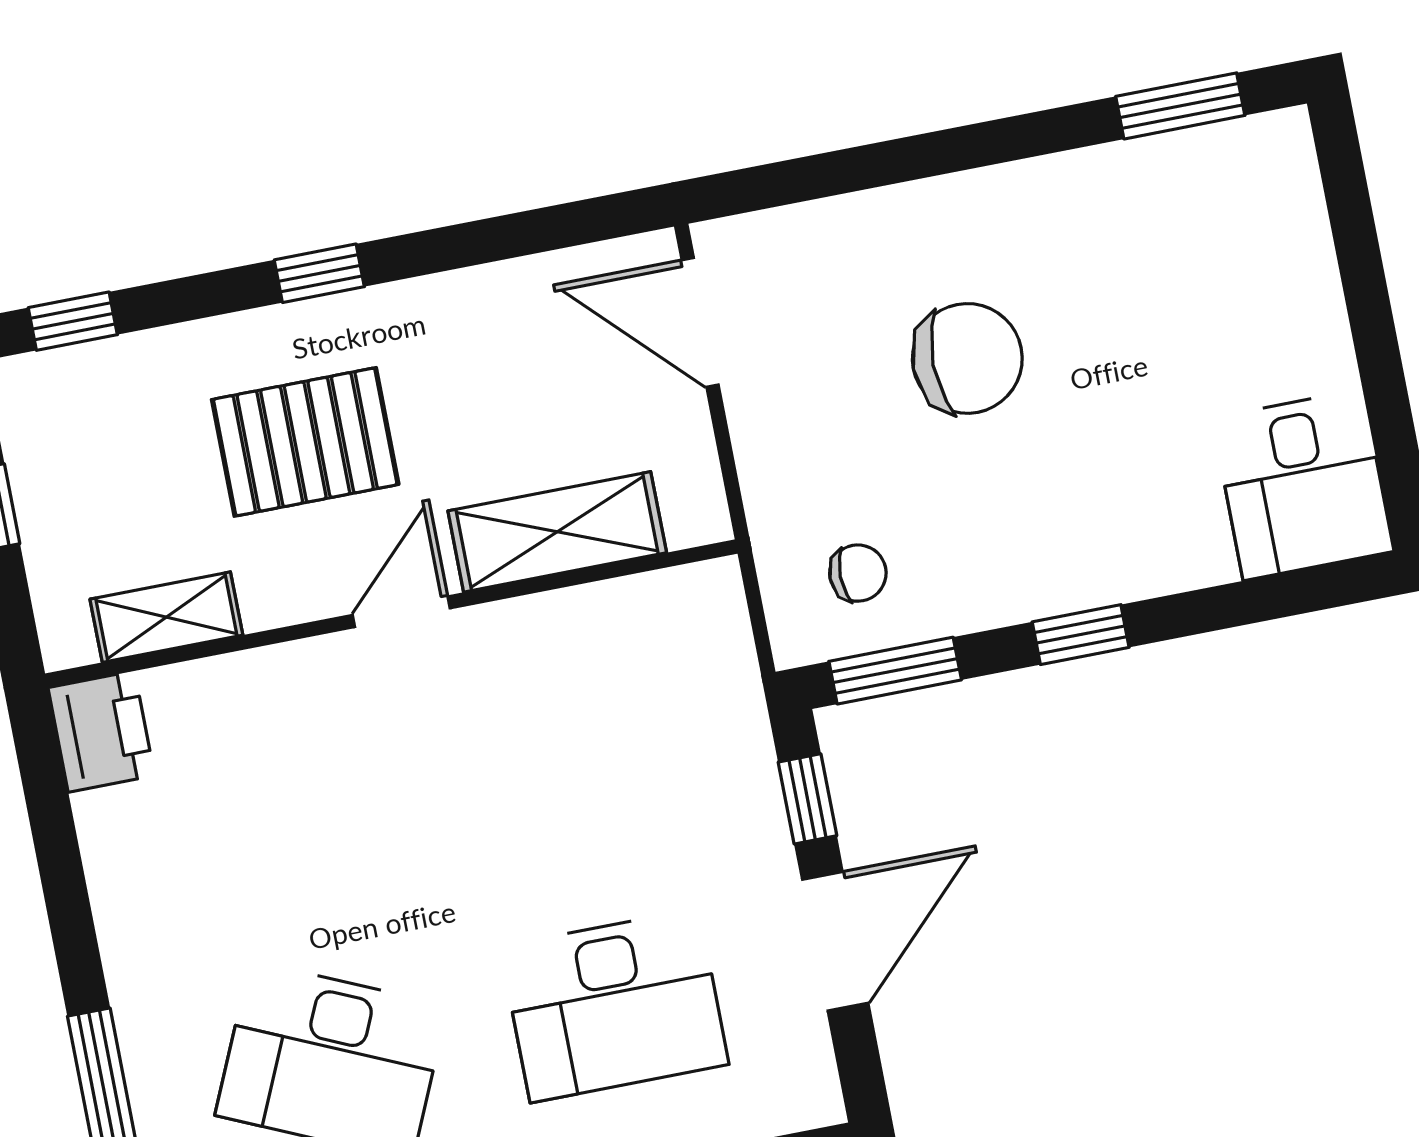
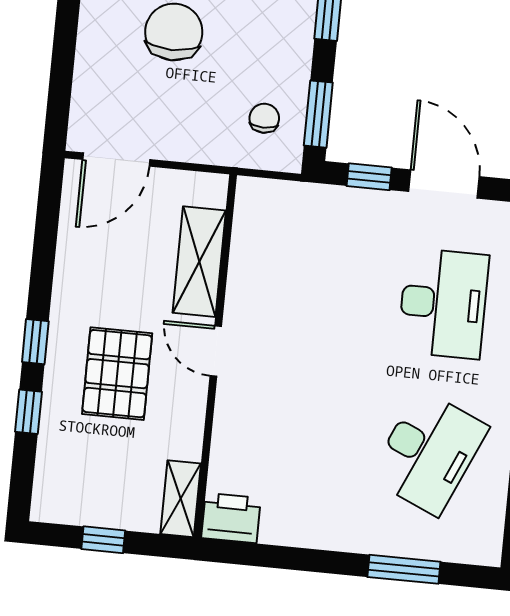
window: (73, 321) -> (28, 412), moved
shelving: (166, 617) -> (181, 499), moved

